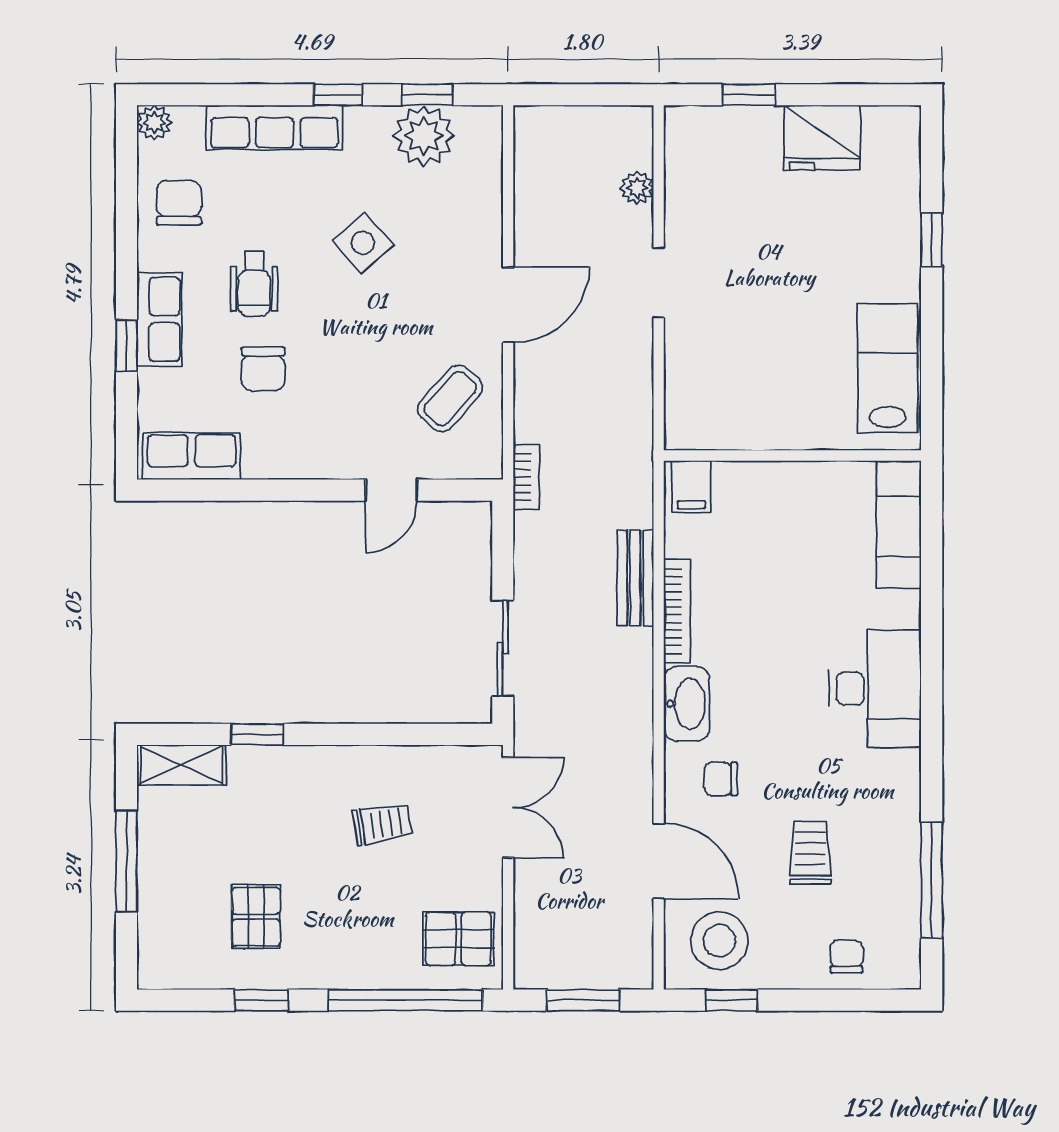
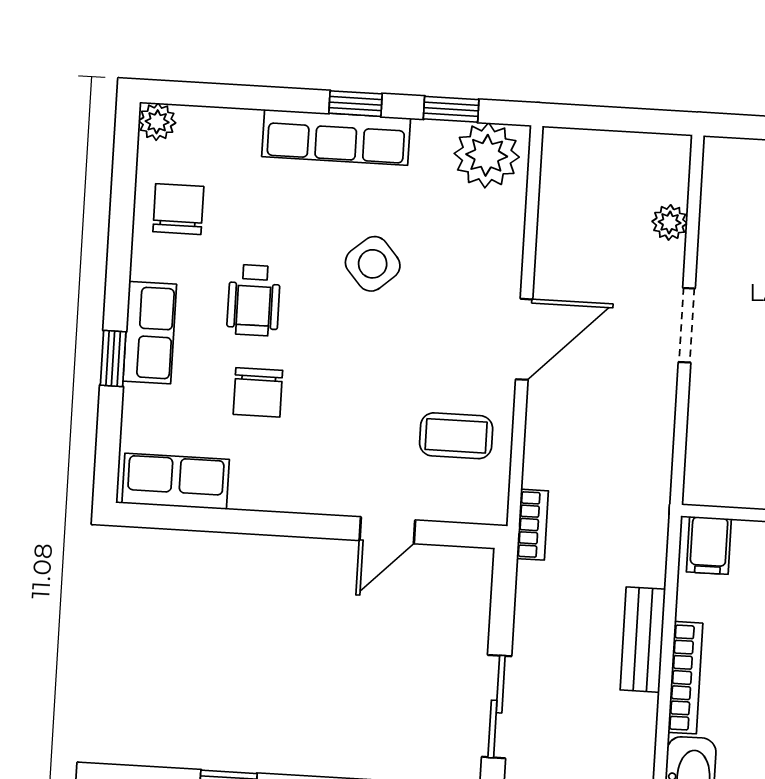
row of seats: (274, 127) -> (336, 137), moved
plant: (424, 136) -> (487, 155), moved
coffee table: (450, 398) -> (456, 436), turned 48

